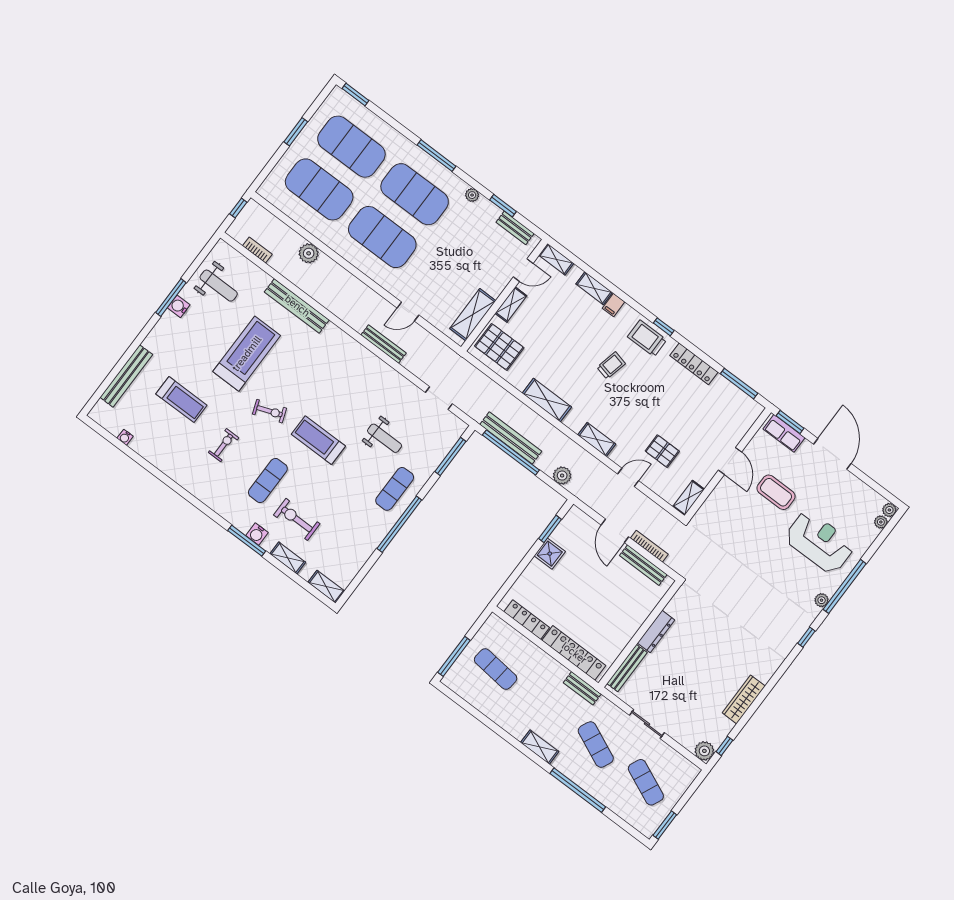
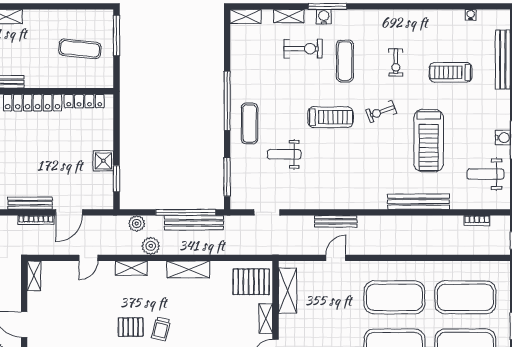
plant: (309, 253) -> (151, 246), moved
pallet: (662, 451) -> (131, 327), moved
door: (615, 531) -> (69, 212), swing flipped

